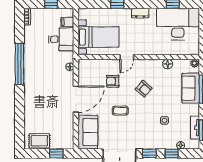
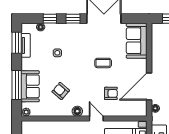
door: (127, 57) -> (96, 118), hinge flipped
floor lamp: (168, 64) -> (77, 111), moved
armchair: (144, 89) -> (61, 91), moved
door: (76, 99) -> (149, 87), moved

